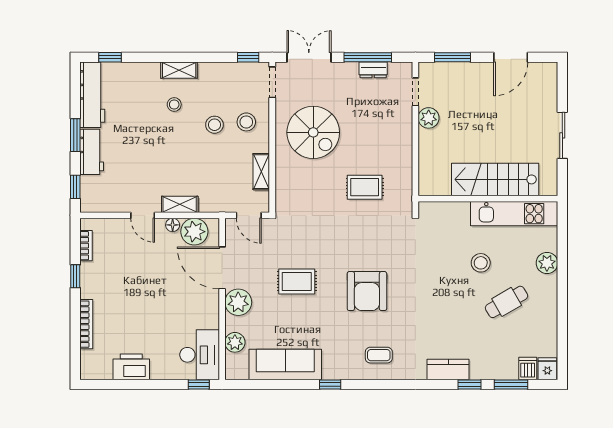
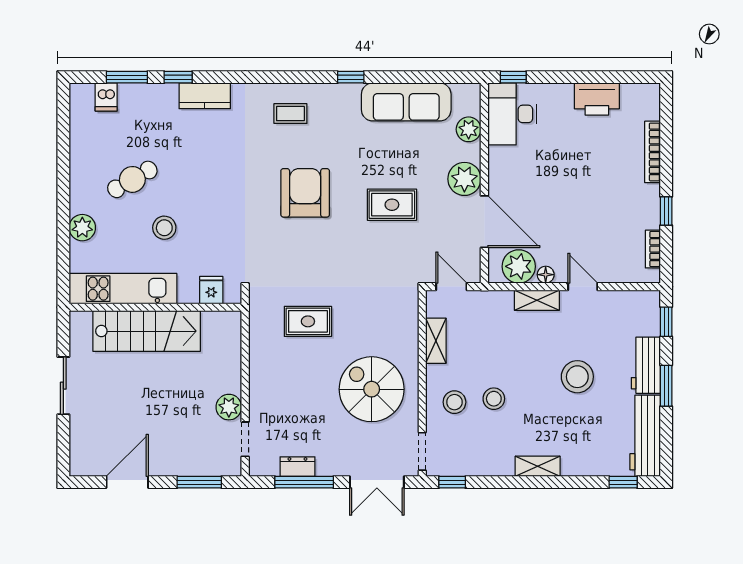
stool: (174, 104) -> (577, 377), moved, width x1.89, depth x1.89
fridge: (547, 369) -> (211, 290), moved, turned 180

